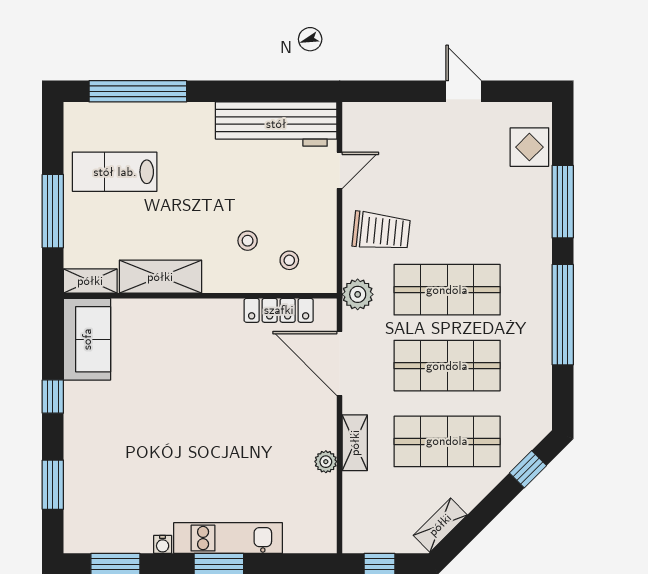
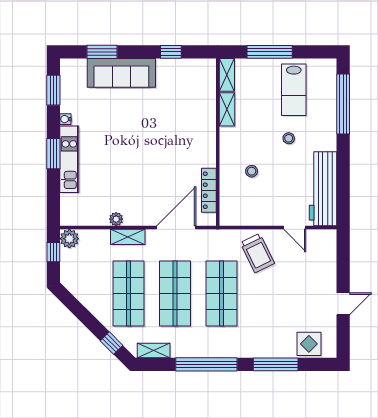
lab bench: (115, 172) -> (294, 90), turned 180
trolley: (381, 231) -> (257, 253), turned -32
stool: (289, 260) -> (289, 138), moved
shelving: (160, 277) -> (227, 109), width x0.67, depth x0.75
plant: (358, 294) -> (69, 239), moved
sofa: (87, 339) -> (121, 73), moved, width x1.36
window: (53, 397) -> (171, 52), moved
shelving: (440, 525) -> (154, 350), moved, turned -45

